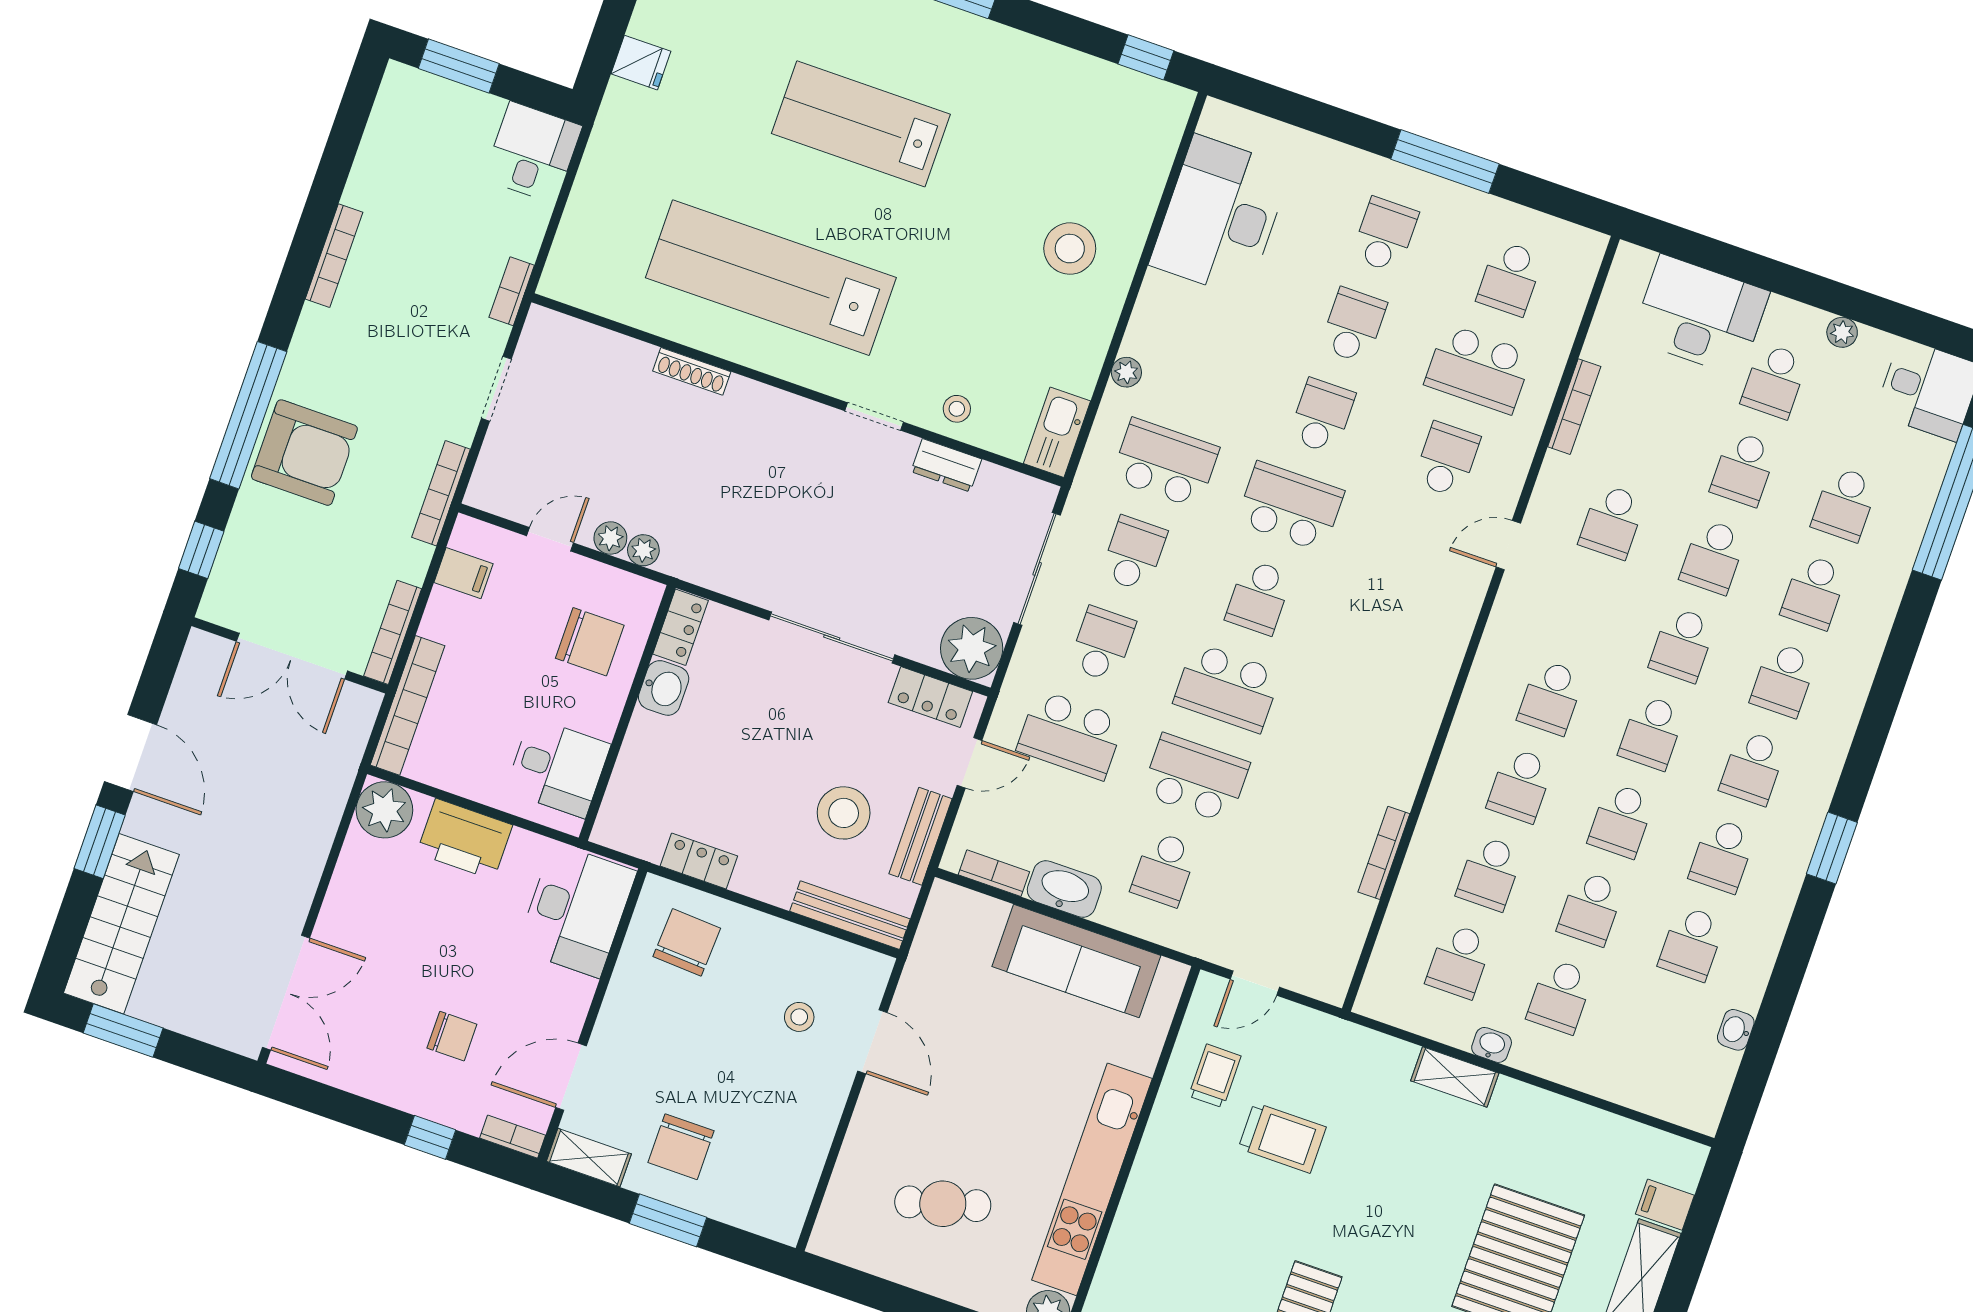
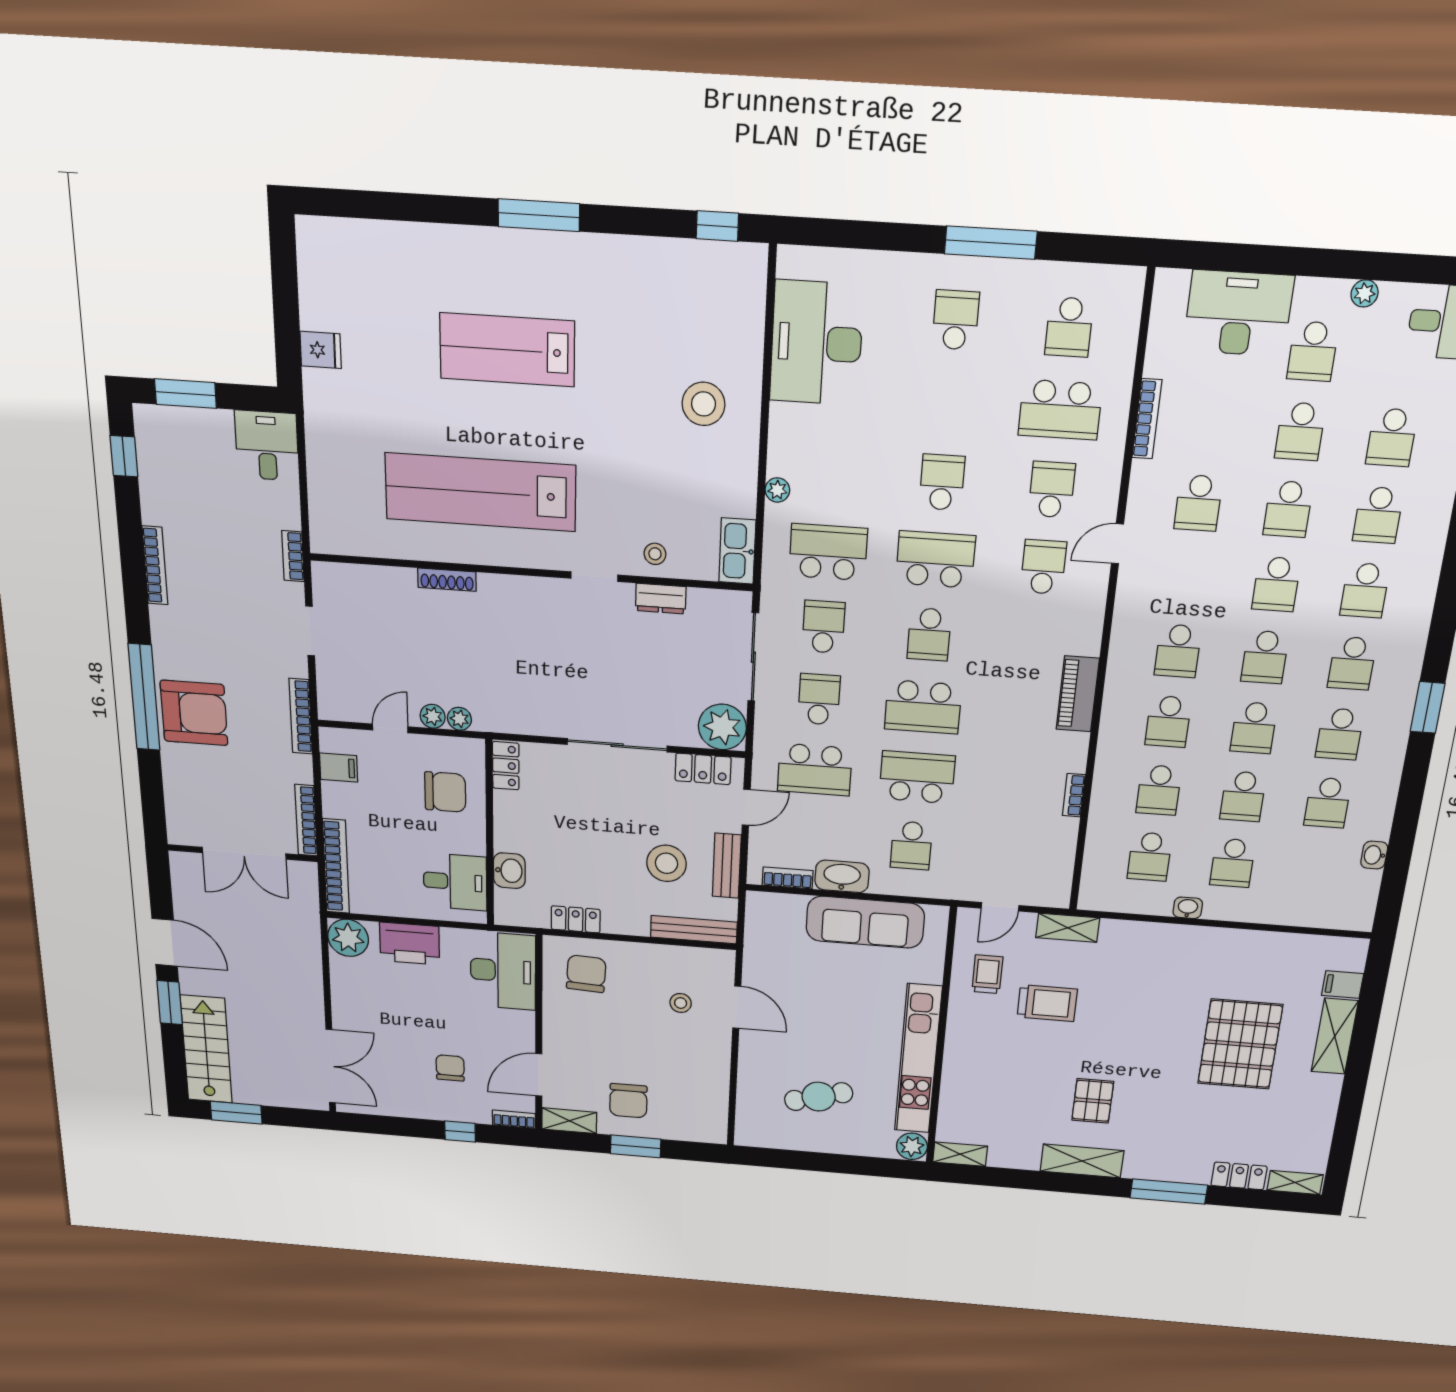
school desk: (1353, 325) -> (1043, 567), moved
window: (201, 550) -> (124, 456), moved
washbasin: (664, 688) -> (509, 871), moved
piano: (1419, 720) -> (1078, 694), added
bookcase: (1384, 853) -> (1074, 795), width x0.64
chair: (452, 1036) -> (450, 1068), turned -90
shelving: (1455, 1077) -> (1068, 928), moved

